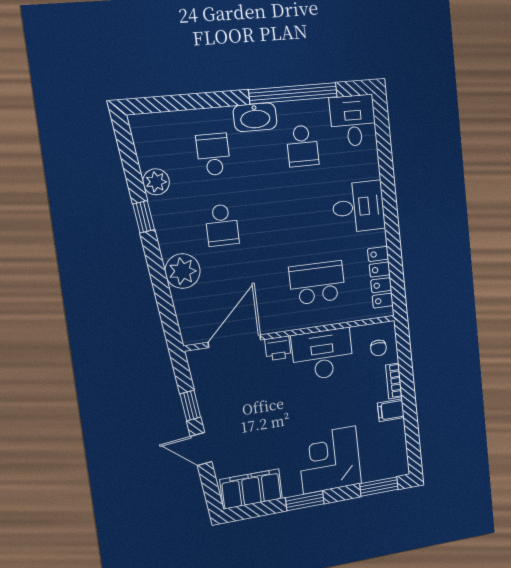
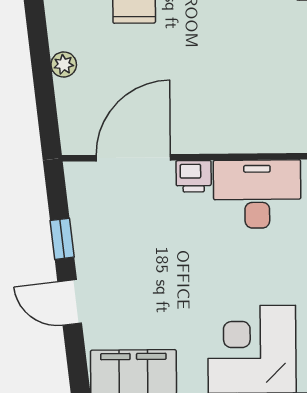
plant: (183, 271) -> (64, 64), width x0.53, depth x0.53
school desk: (317, 283) -> (260, 91), removed

